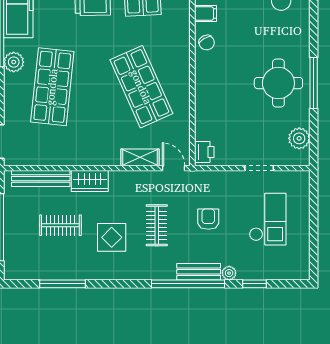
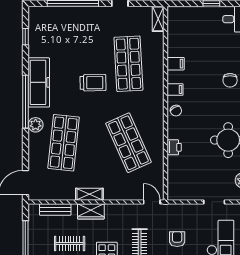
printer: (204, 152) -> (174, 147), moved
shelving: (140, 157) -> (89, 194), moved
bench: (41, 179) -> (55, 210), width x0.73

